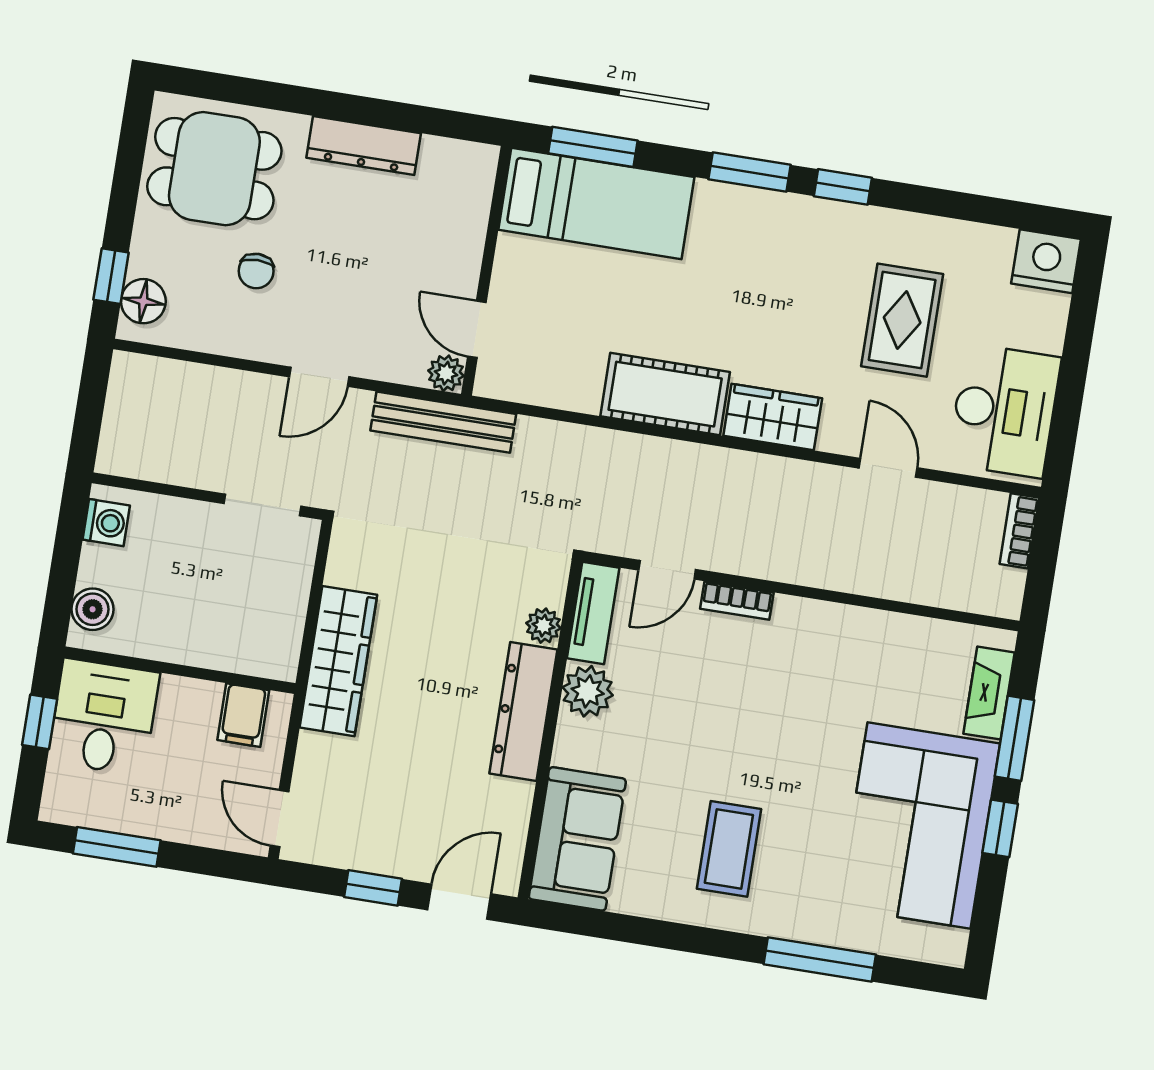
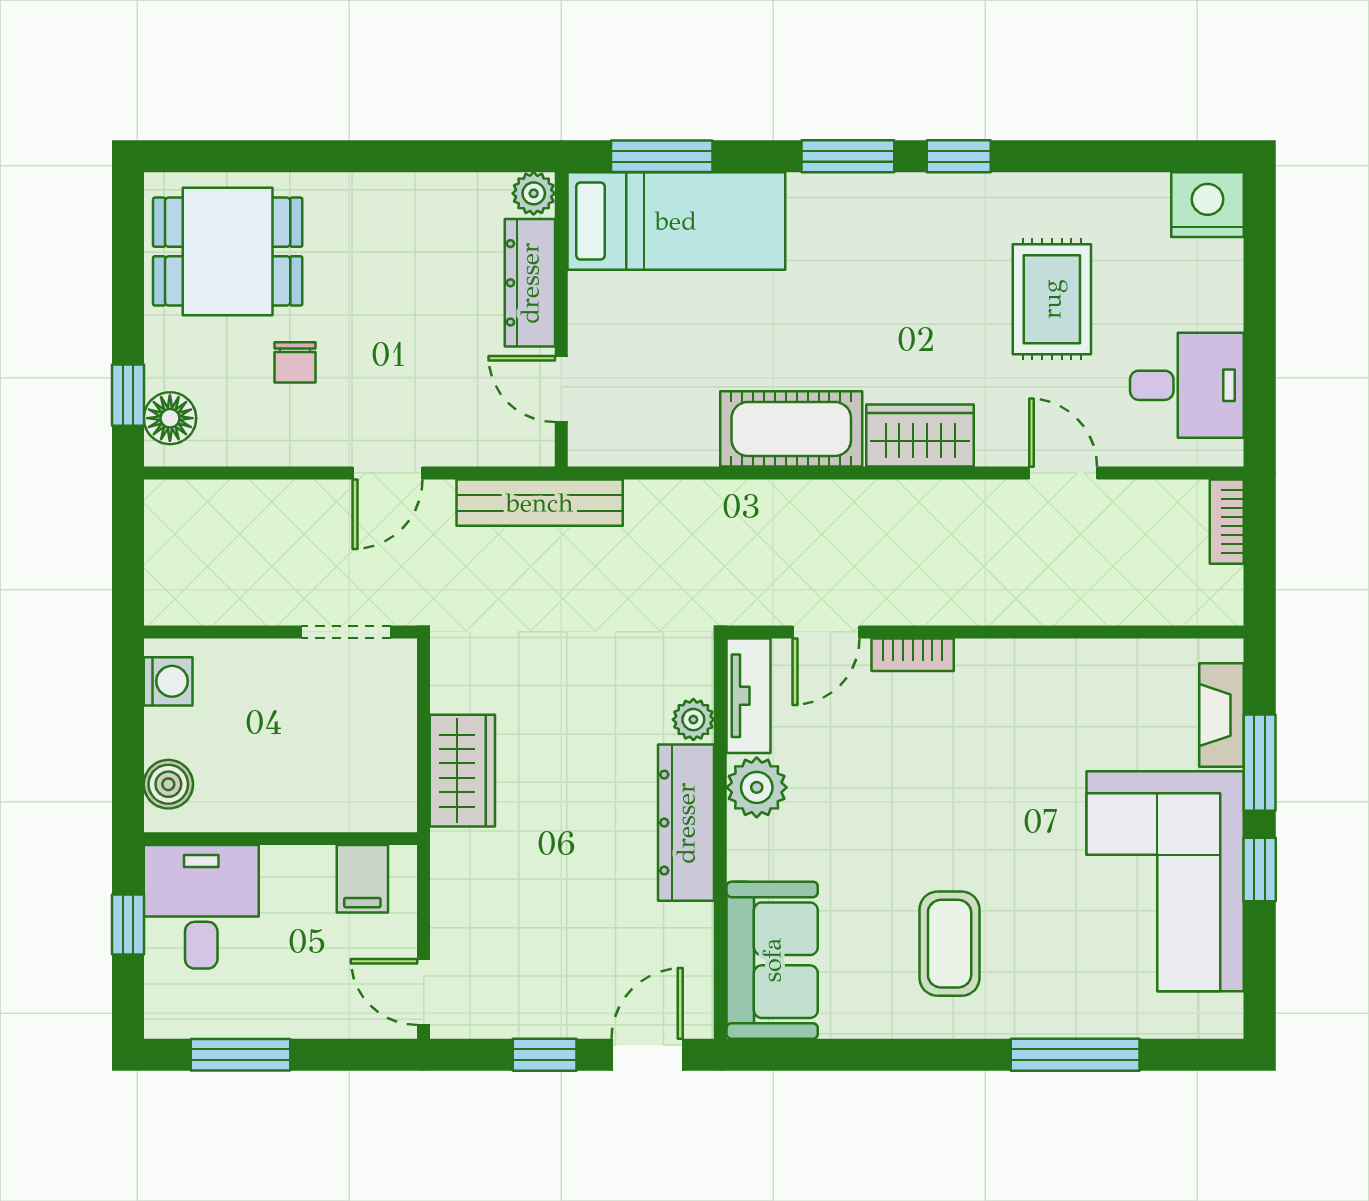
dresser: (364, 146) -> (530, 283), moved, turned 90
plant: (446, 373) -> (534, 193), moved
desk: (1004, 411) -> (1187, 385), width x0.73
wardrobe: (338, 661) -> (462, 771), width x0.67

